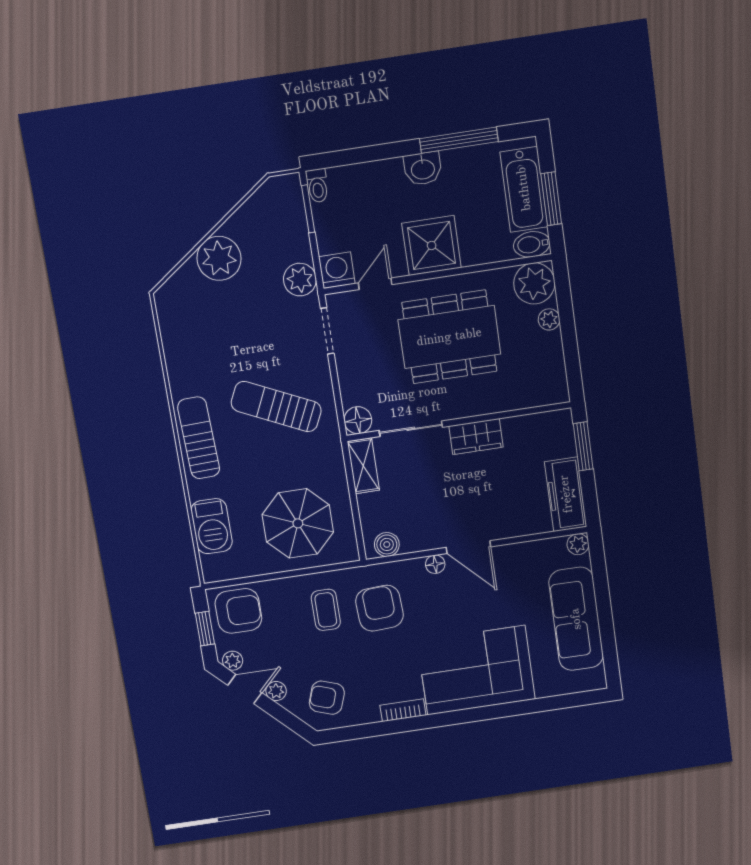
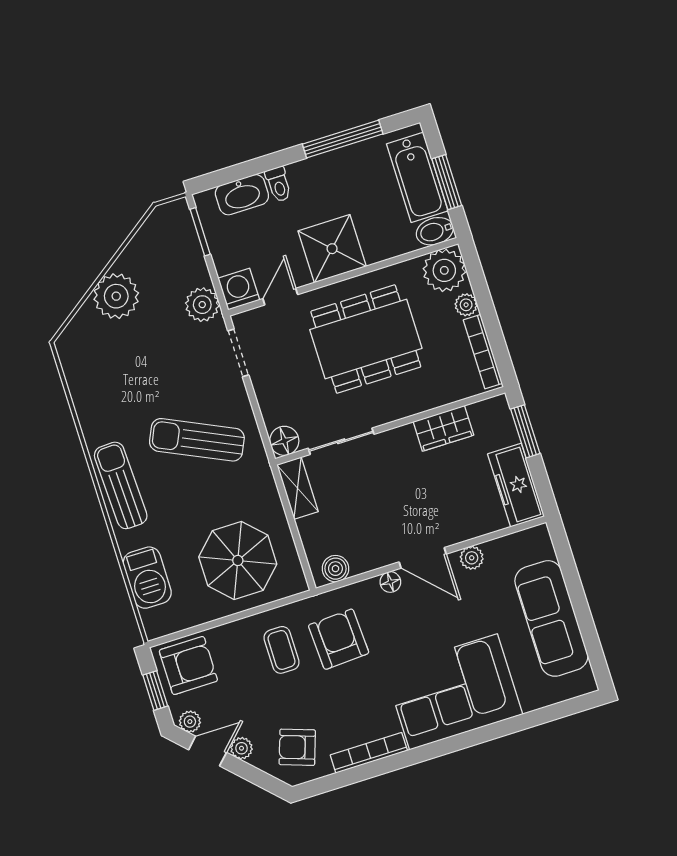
washbasin: (423, 169) -> (242, 195), moved, width x1.38
toilet: (317, 186) -> (278, 184), moved
bookcase: (557, 366) -> (483, 352), added
wardrobe: (476, 437) -> (443, 428), moved
plant: (578, 544) -> (472, 558), moved
bookcase: (403, 710) -> (369, 753), width x1.56

